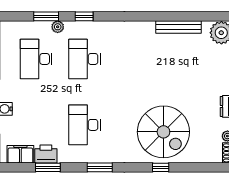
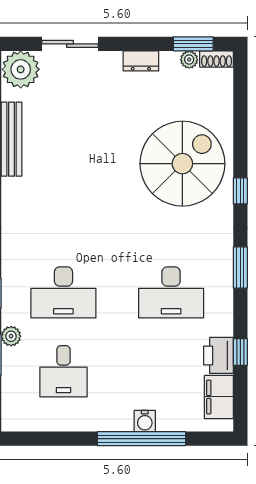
desk: (36, 59) -> (63, 371), width x0.73
window: (48, 167) -> (240, 352), width x0.67
window: (161, 167) -> (240, 191), moved

